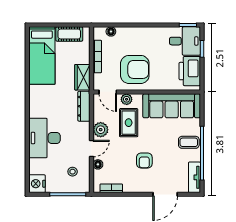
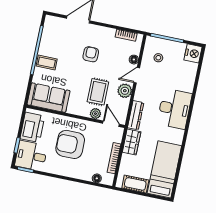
armchair: (135, 69) -> (70, 144), moved
sofa: (172, 106) -> (49, 98), width x0.73
desk: (44, 138) -> (174, 109), moved
tv unit: (194, 177) -> (48, 30), removed

